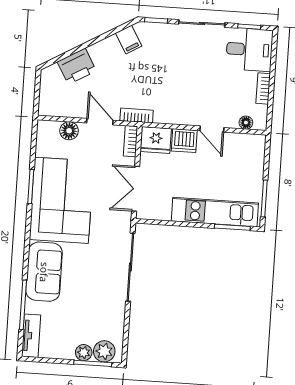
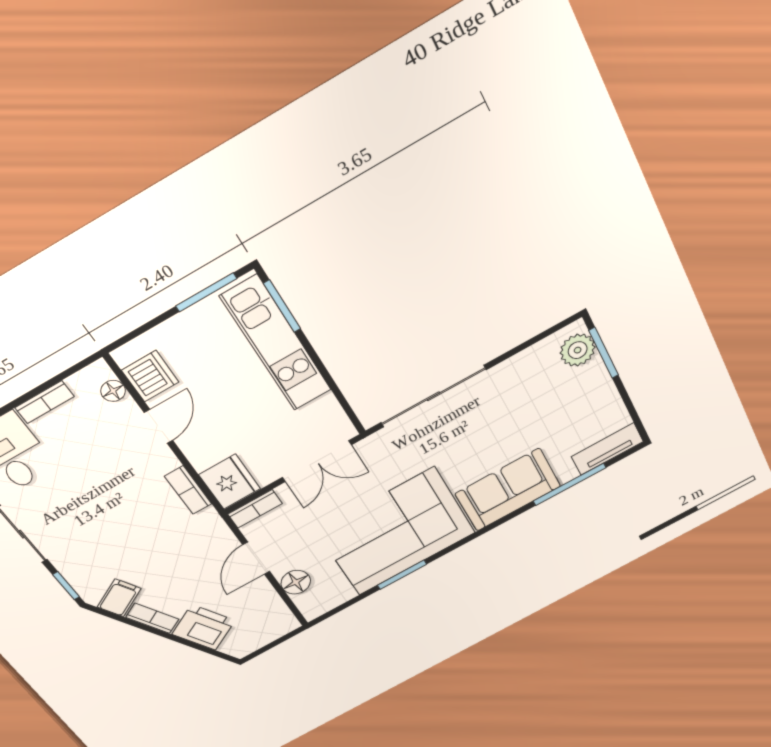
bookcase: (103, 46) -> (152, 618), added
bookcase: (137, 116) -> (188, 490), moved
dishwasher: (184, 141) -> (150, 376), moved
plant: (84, 353) -> (594, 374), removed

